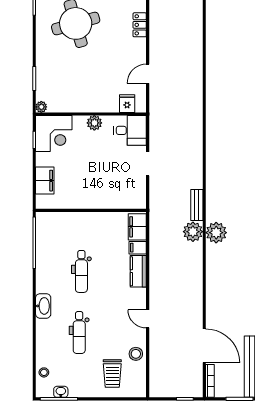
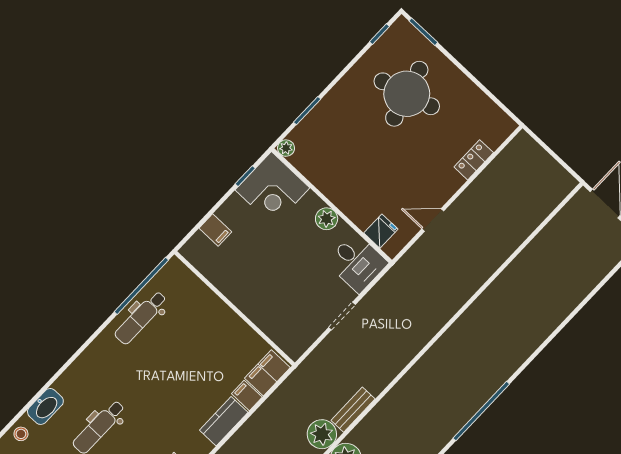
filing cabinet: (45, 181) -> (215, 230), width x0.50
dental chair: (81, 271) -> (141, 318), moved
washbasin: (43, 306) -> (45, 406), moved

